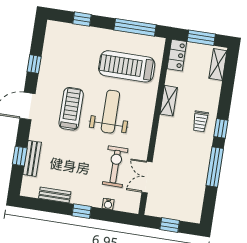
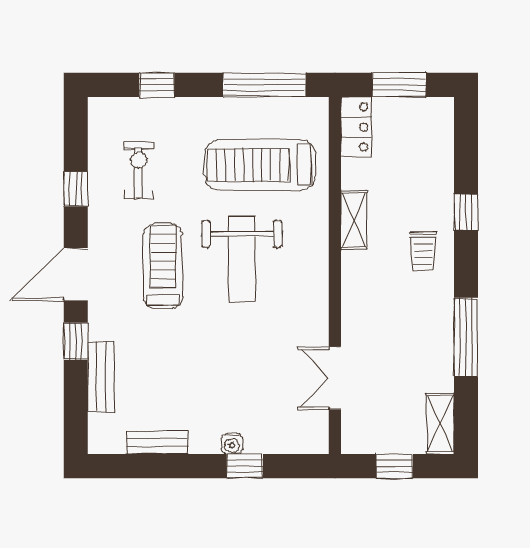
shelving: (218, 64) -> (440, 424), moved
weight bench: (110, 112) -> (242, 260), turned 180
window: (221, 128) -> (466, 212), moved
window: (20, 156) -> (76, 341), moved
exercise bike: (115, 167) -> (139, 170), moved, width x0.73, depth x0.72
water cooler: (108, 204) -> (232, 444), moved
window: (82, 211) -> (245, 466), moved

